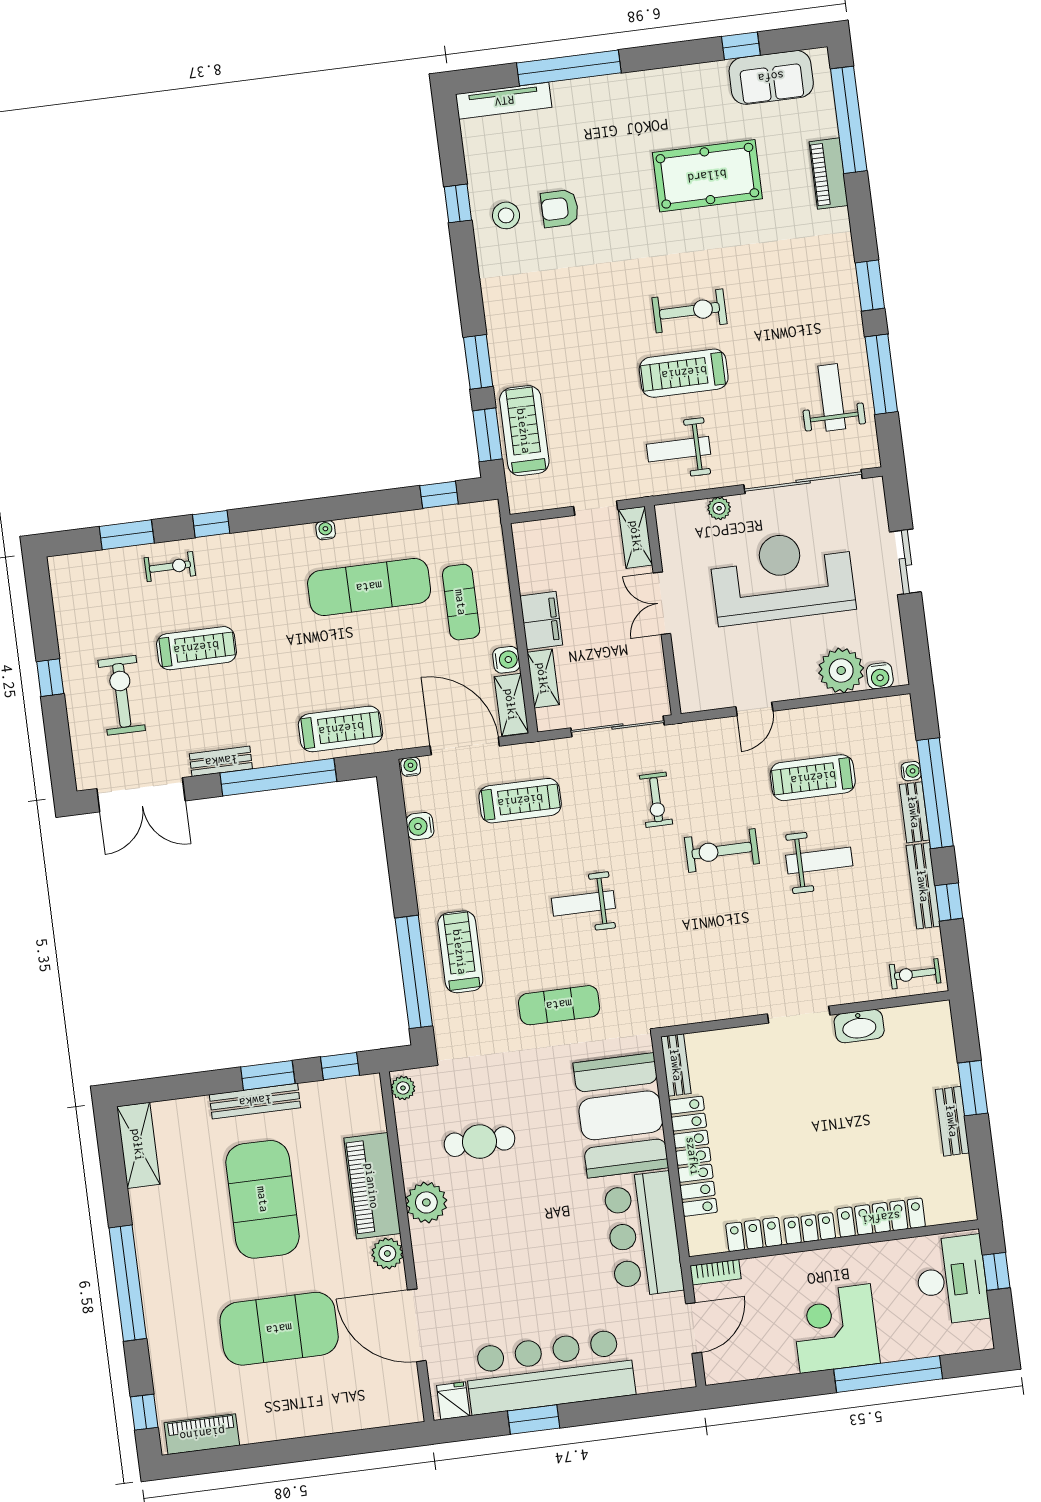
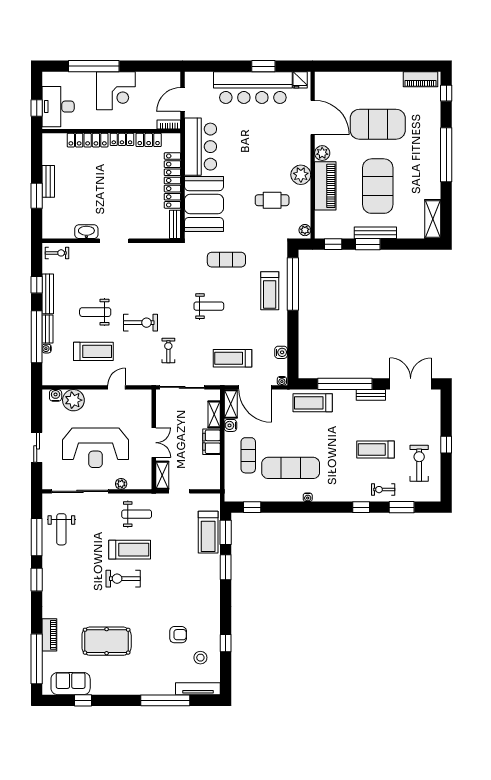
stool: (506, 215) -> (200, 658), moved
exercise bike: (122, 695) -> (419, 463), moved, turned 180

